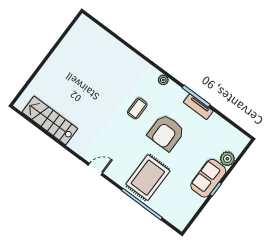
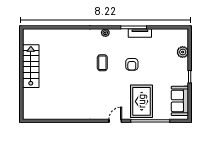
stairs: (50, 120) -> (31, 66), moved, turned 90
armchair: (166, 132) -> (132, 64), width x0.53, depth x0.53
door: (95, 169) -> (115, 121), moved
sofa: (208, 178) -> (180, 101), moved

